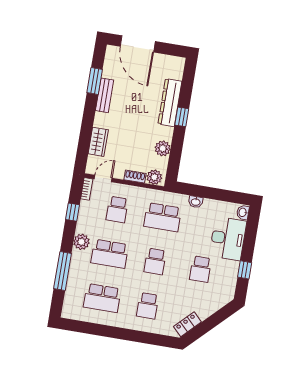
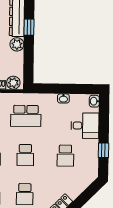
plant: (163, 148) -> (17, 44), moved
washbasin: (196, 202) -> (63, 98), moved
desk: (228, 239) -> (85, 126), width x0.73

